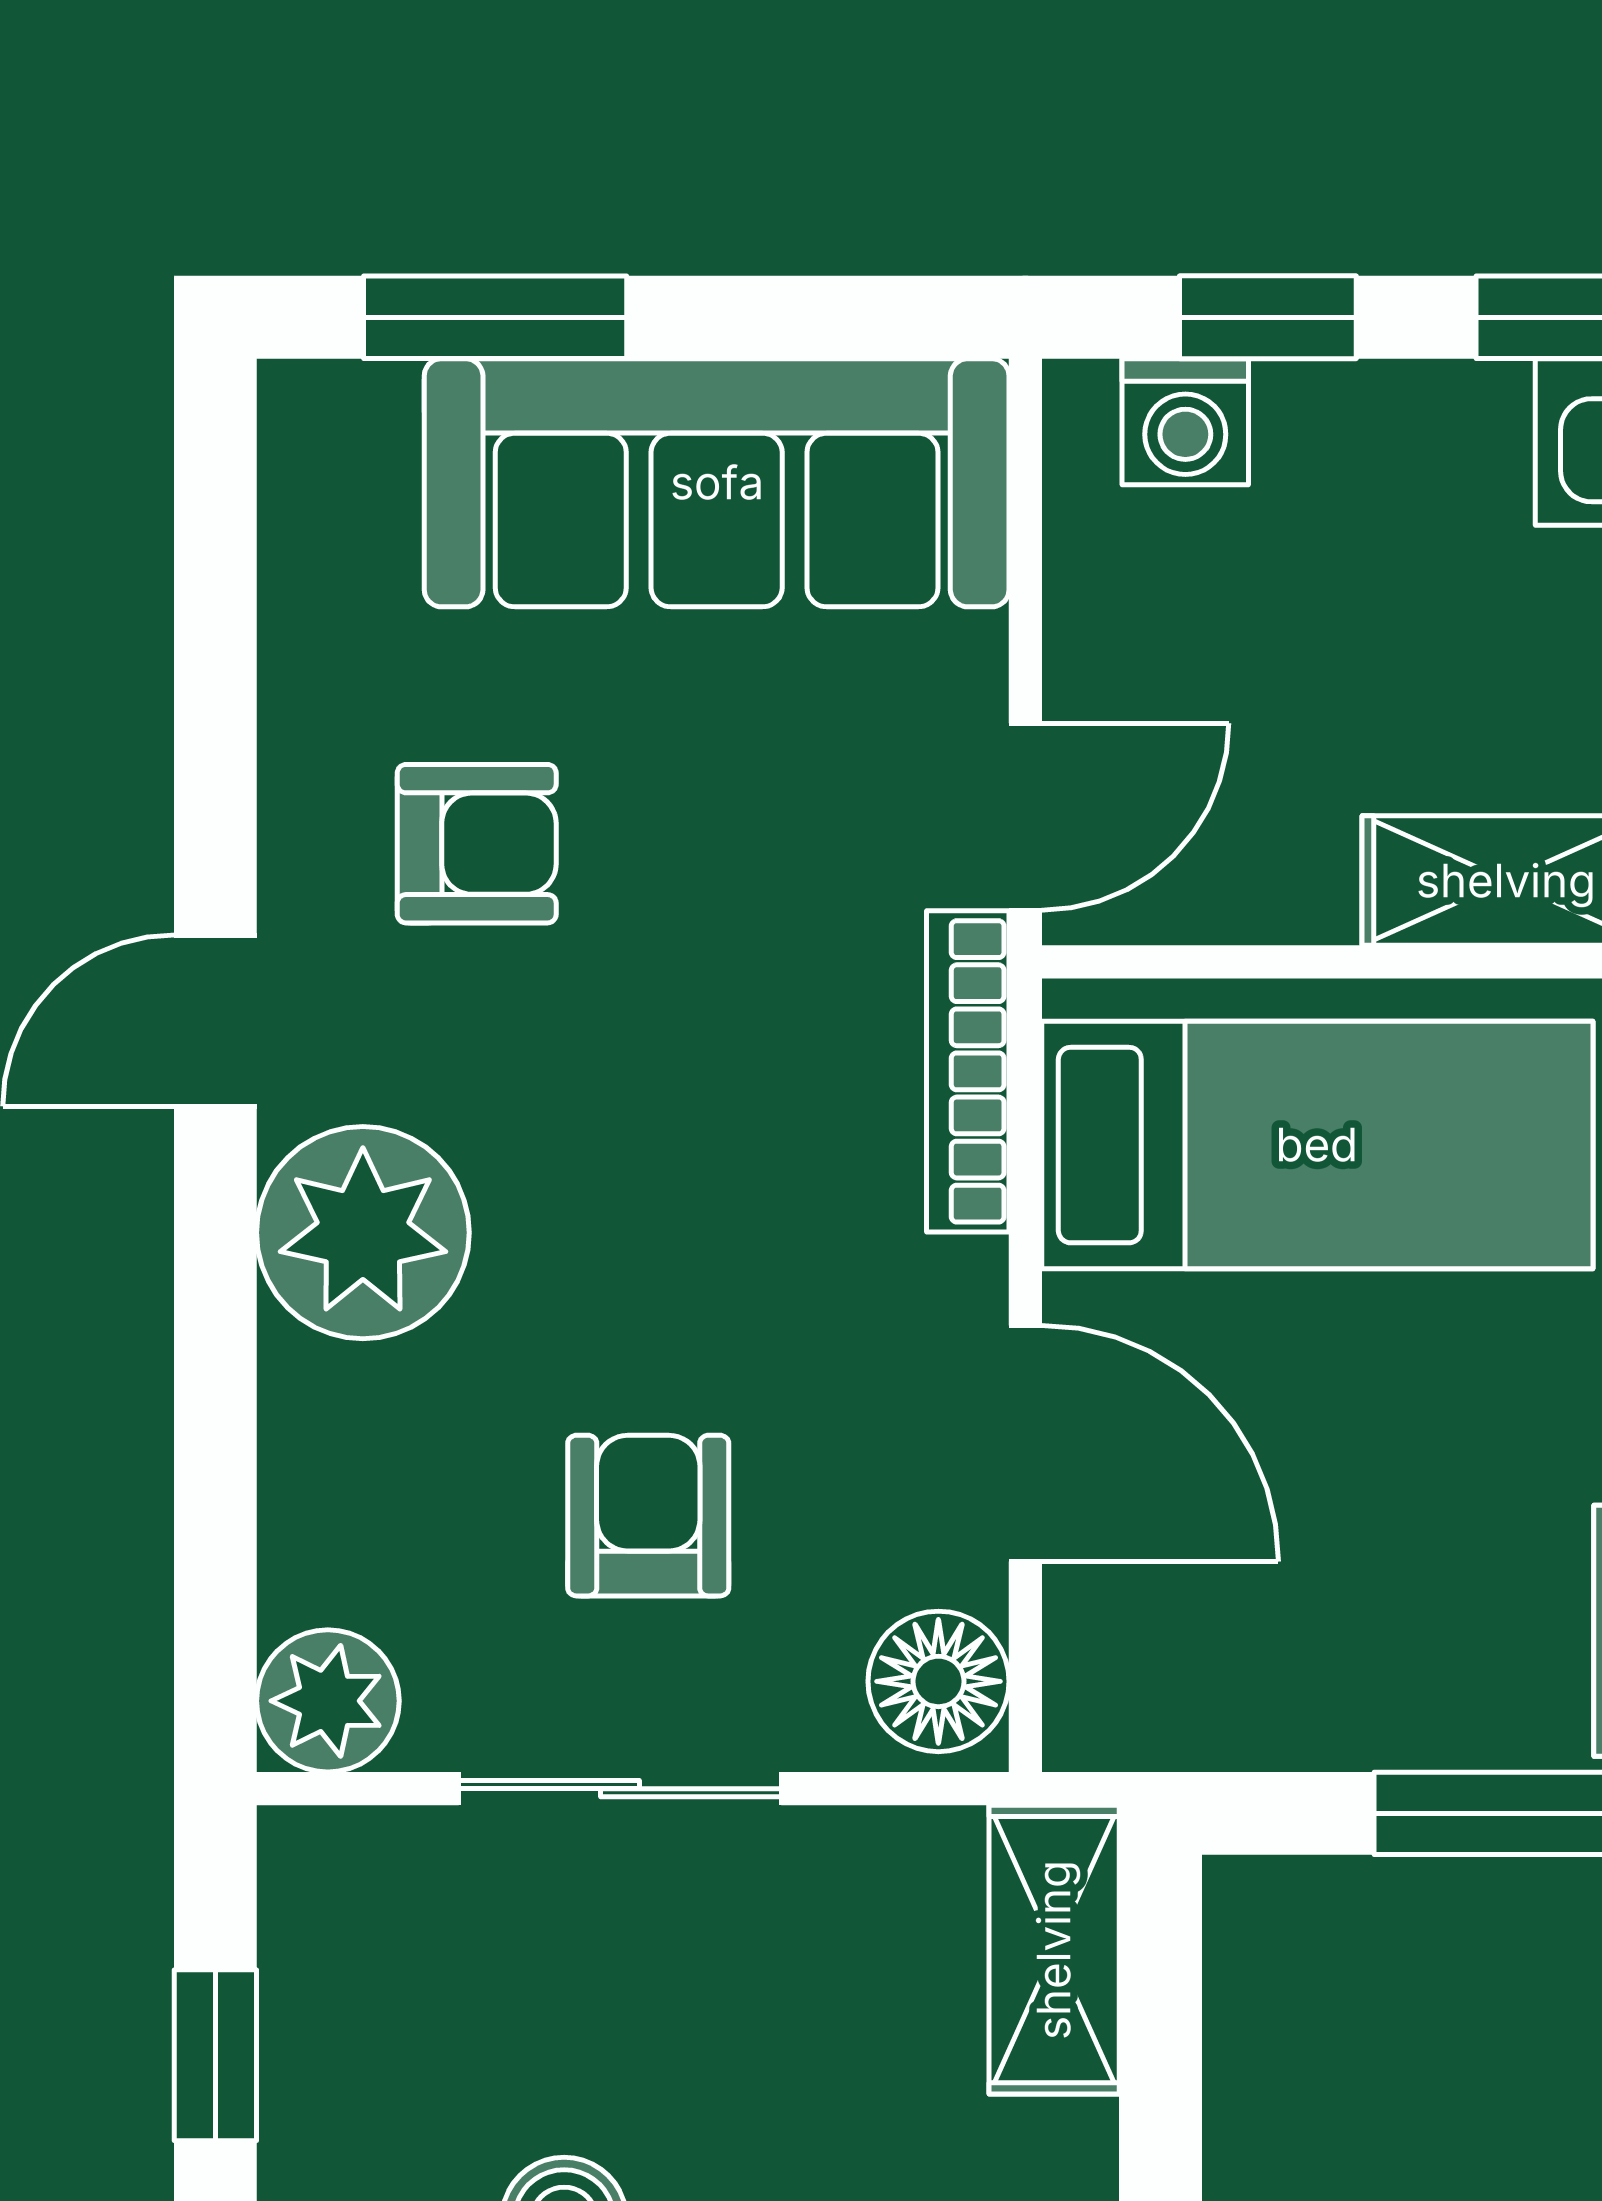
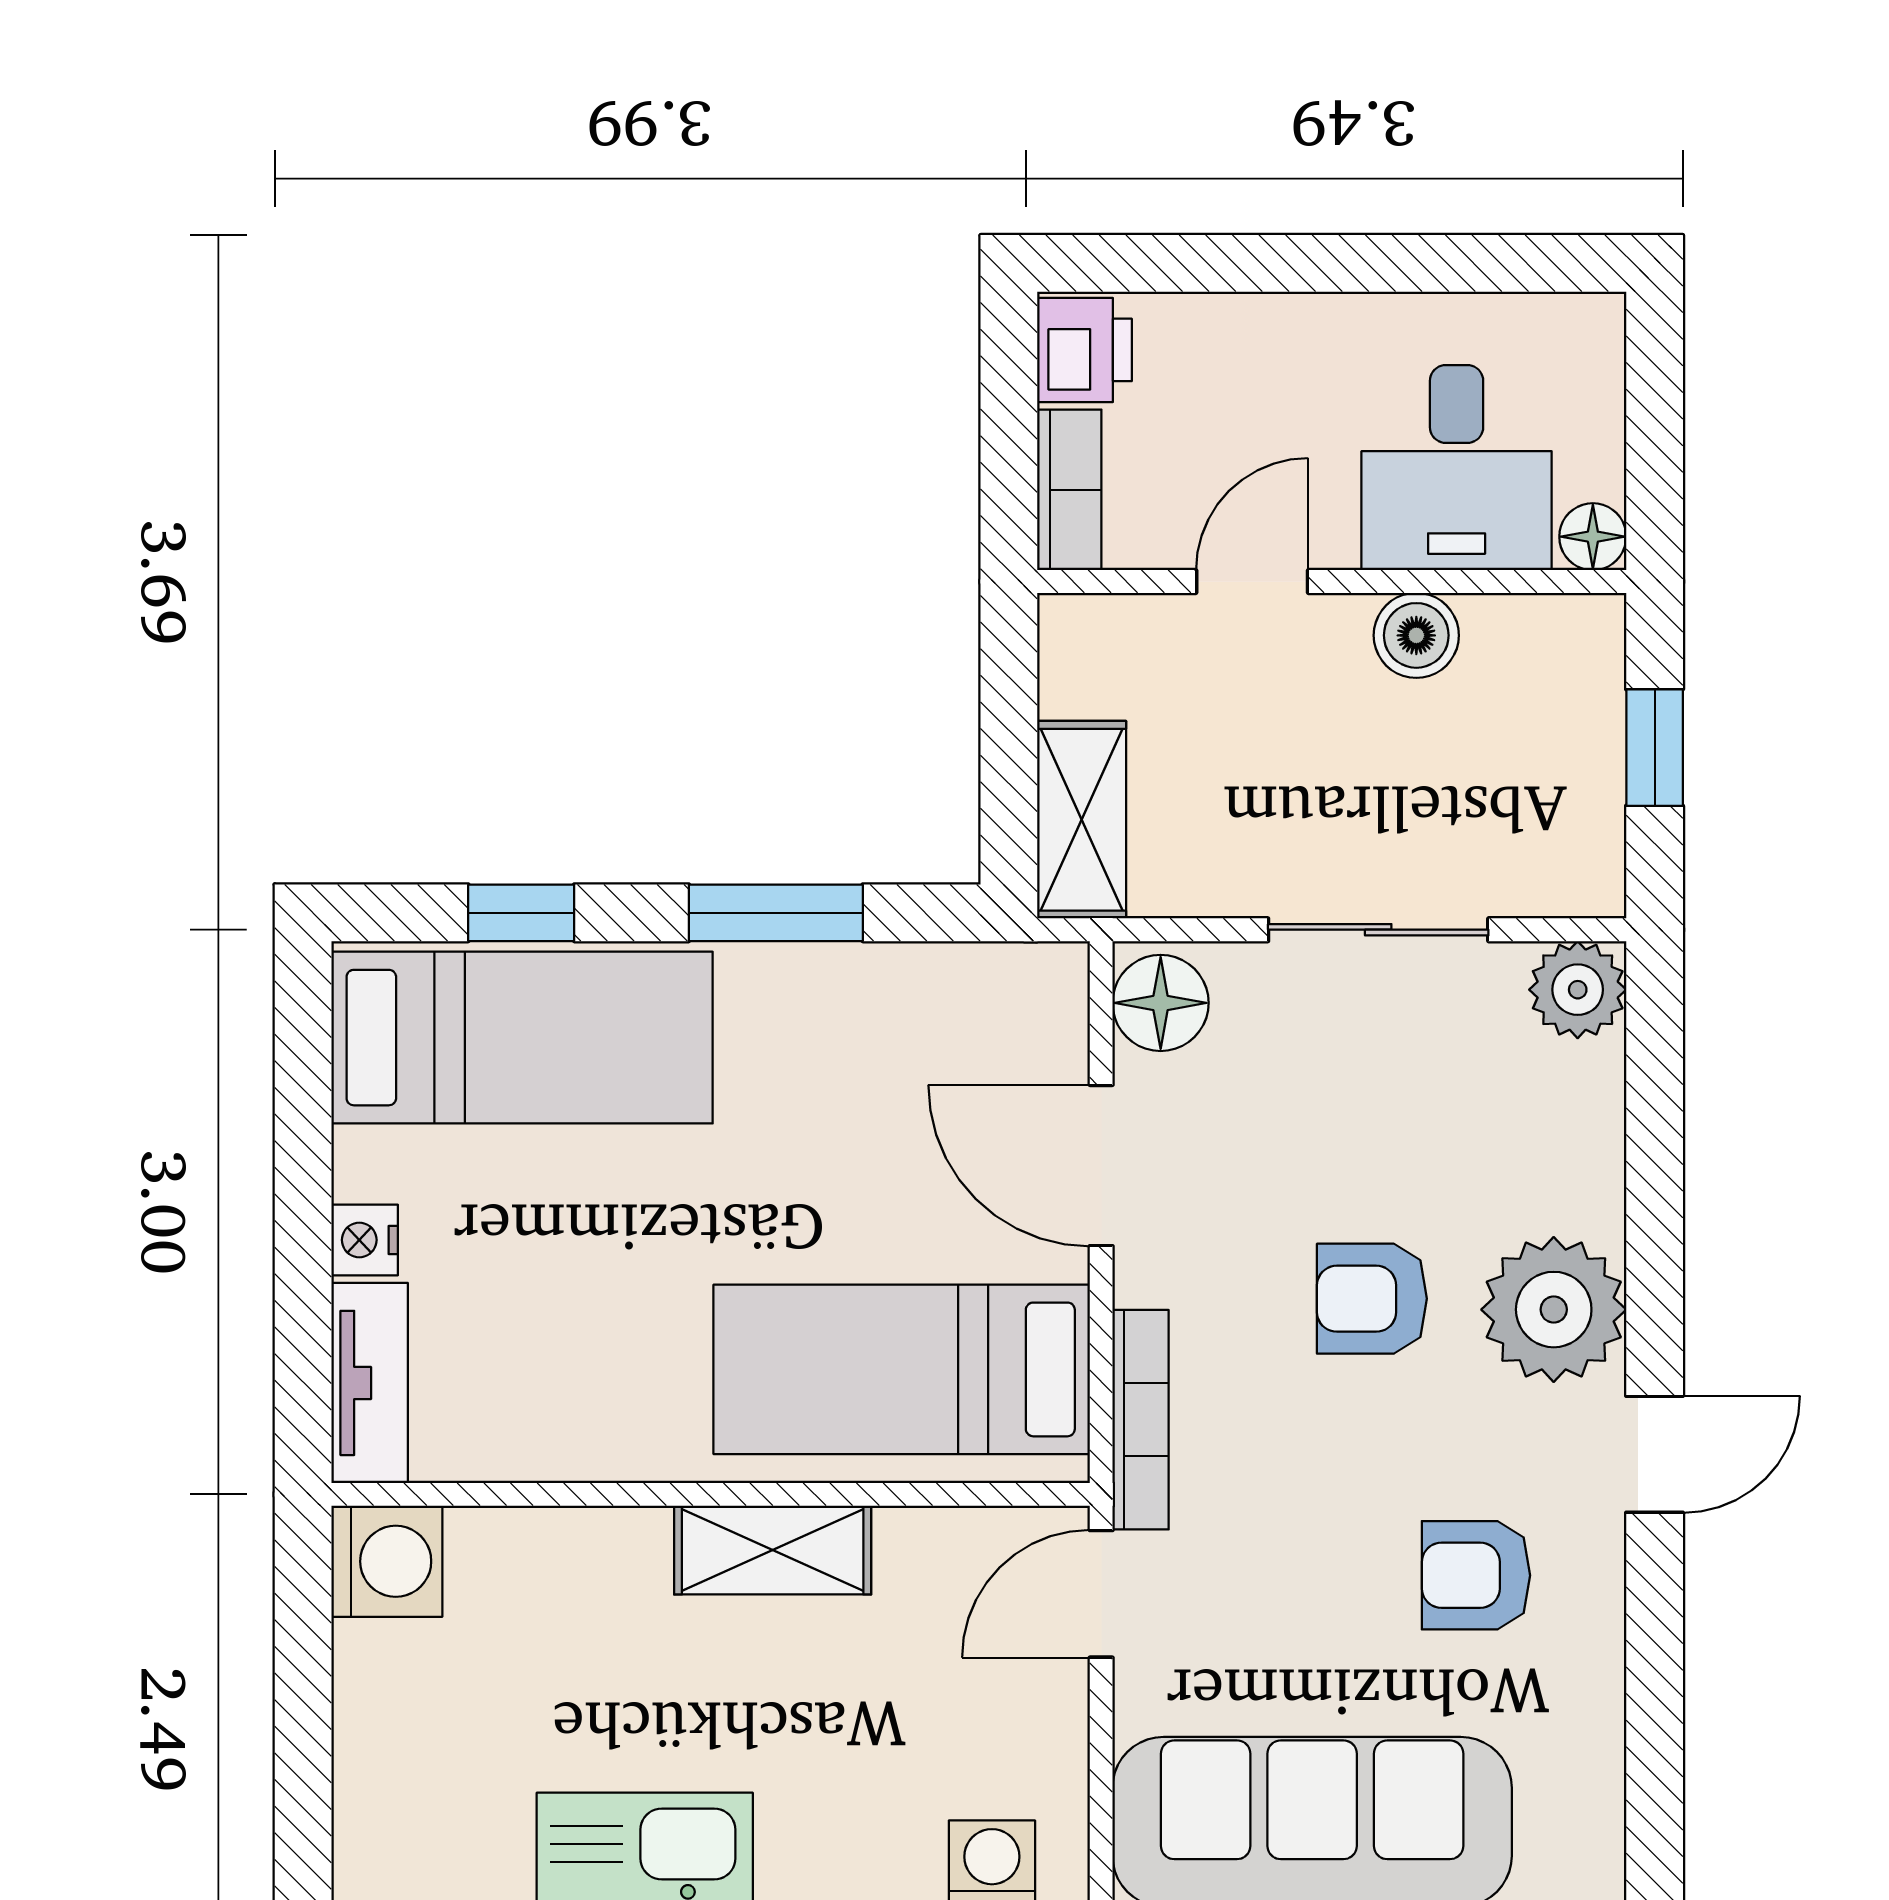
armchair: (648, 1516) -> (1372, 1299), moved, turned 90

